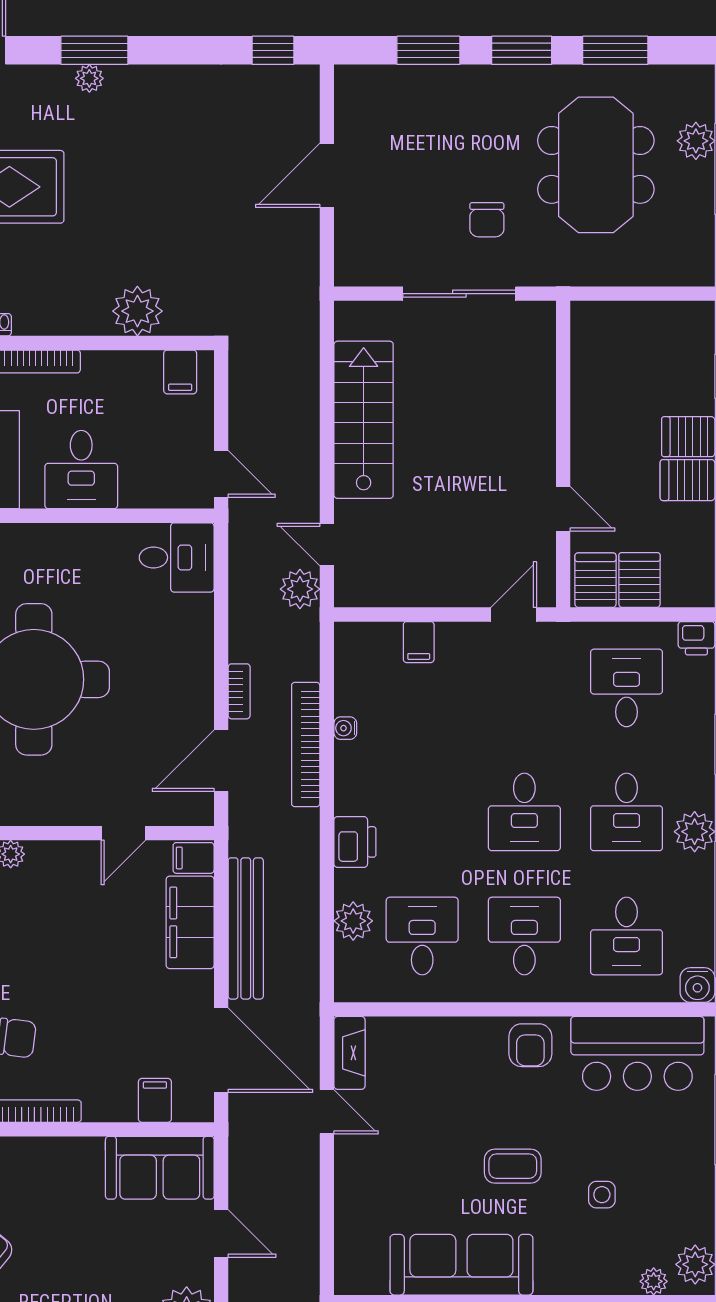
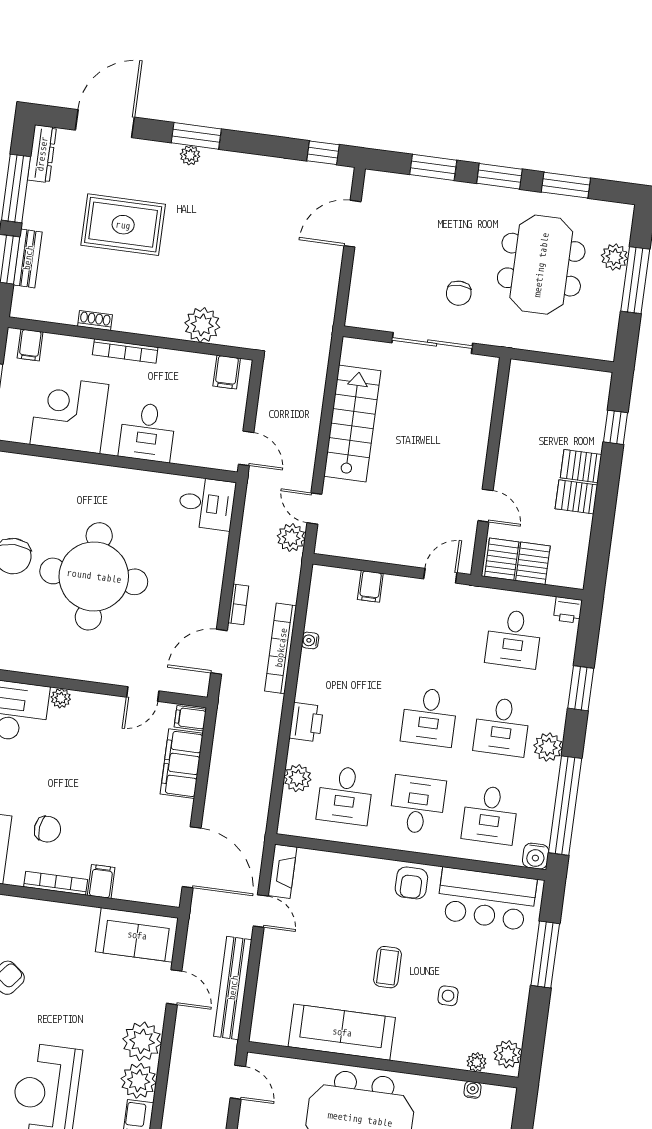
door: (327, 175) -> (352, 224), moved
desk: (627, 688) -> (513, 639), turned 180
bench: (246, 928) -> (233, 988), moved
desk: (422, 936) -> (345, 795), turned 180
filing cabinet: (155, 1100) -> (101, 881), moved
coffee table: (513, 1166) -> (388, 967), turned 90

